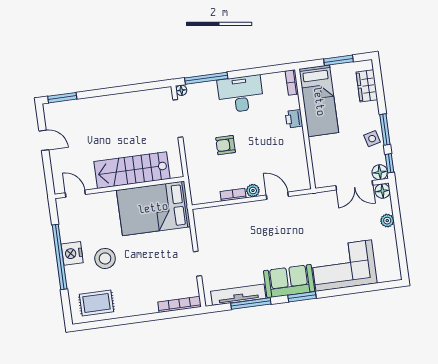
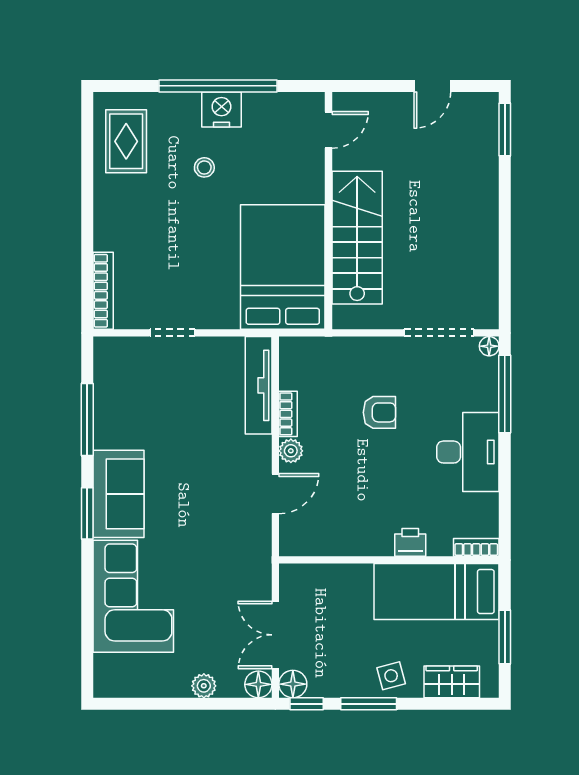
side table: (372, 139) -> (391, 676), moved
armchair: (226, 145) -> (379, 412), turned 90
stool: (105, 258) -> (204, 167), width x0.53, depth x0.53
tv unit: (238, 295) -> (259, 385), moved, turned 180

